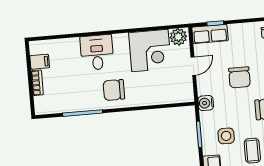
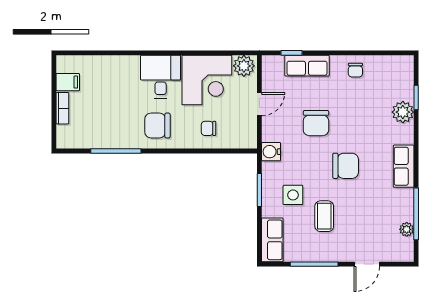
row of seats: (210, 34) -> (307, 66), moved
desk: (97, 52) -> (161, 77), moved
chair: (155, 89) -> (208, 128), added

